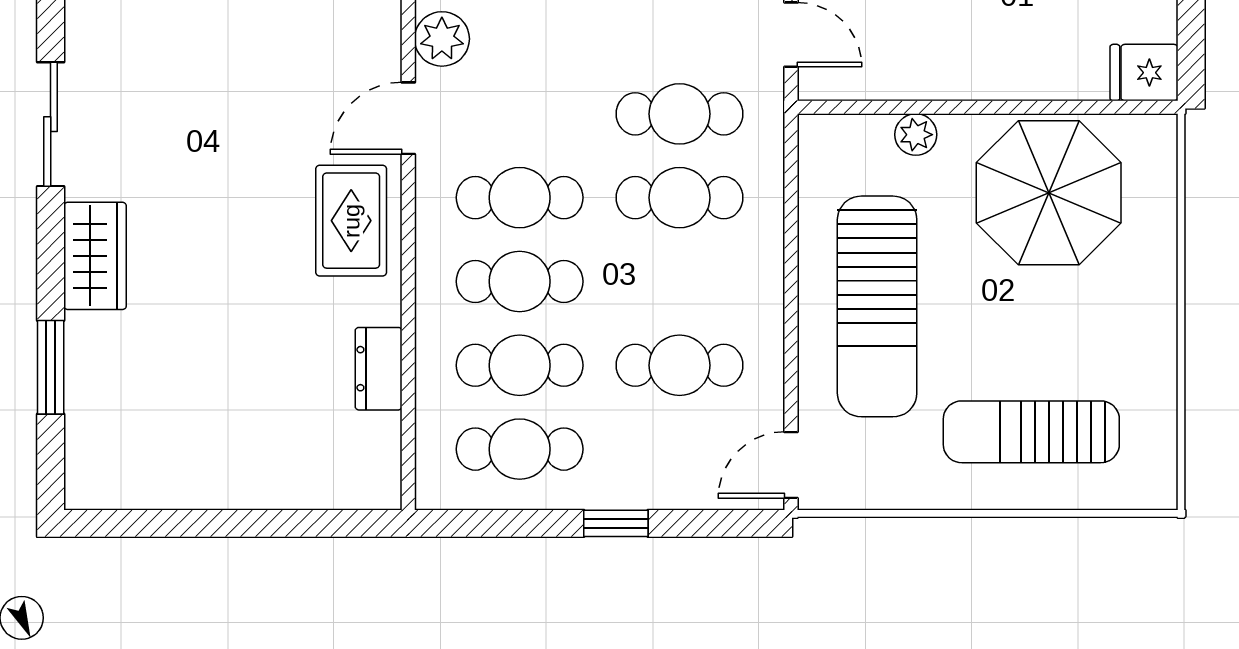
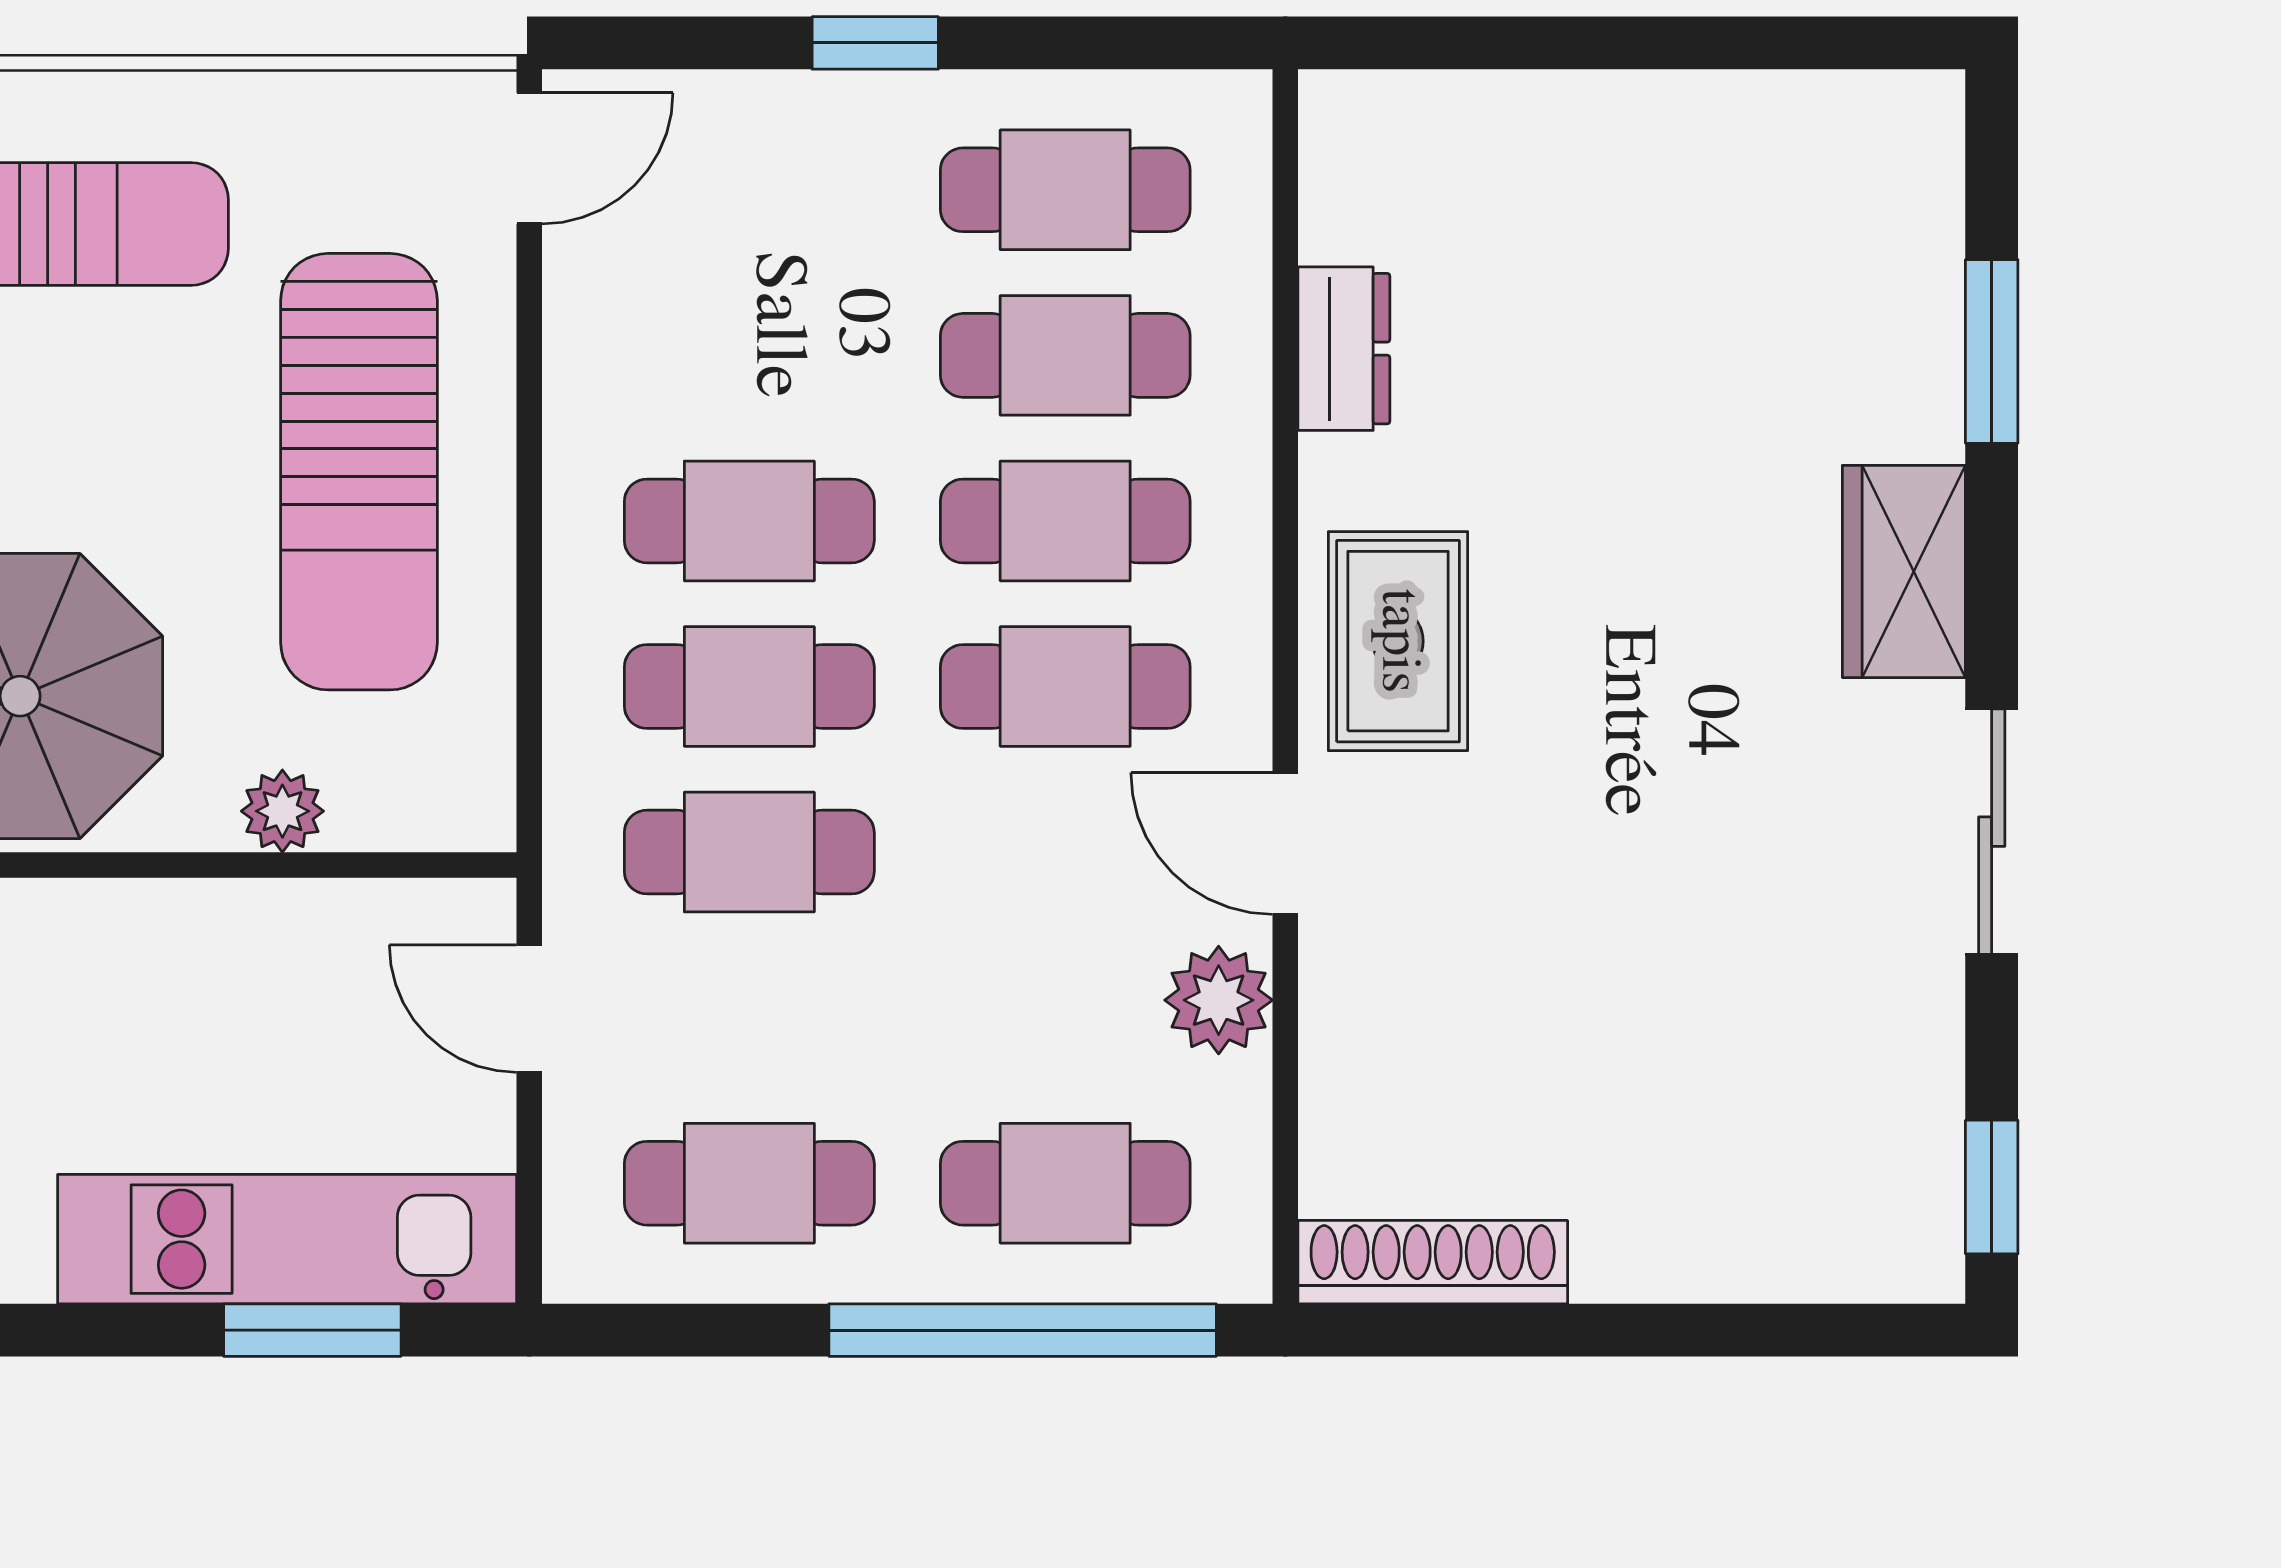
door: (408, 118) -> (1285, 843), swing flipped
sun lounger: (877, 306) -> (359, 472), turned 180
cafe table: (680, 365) -> (749, 521), moved

